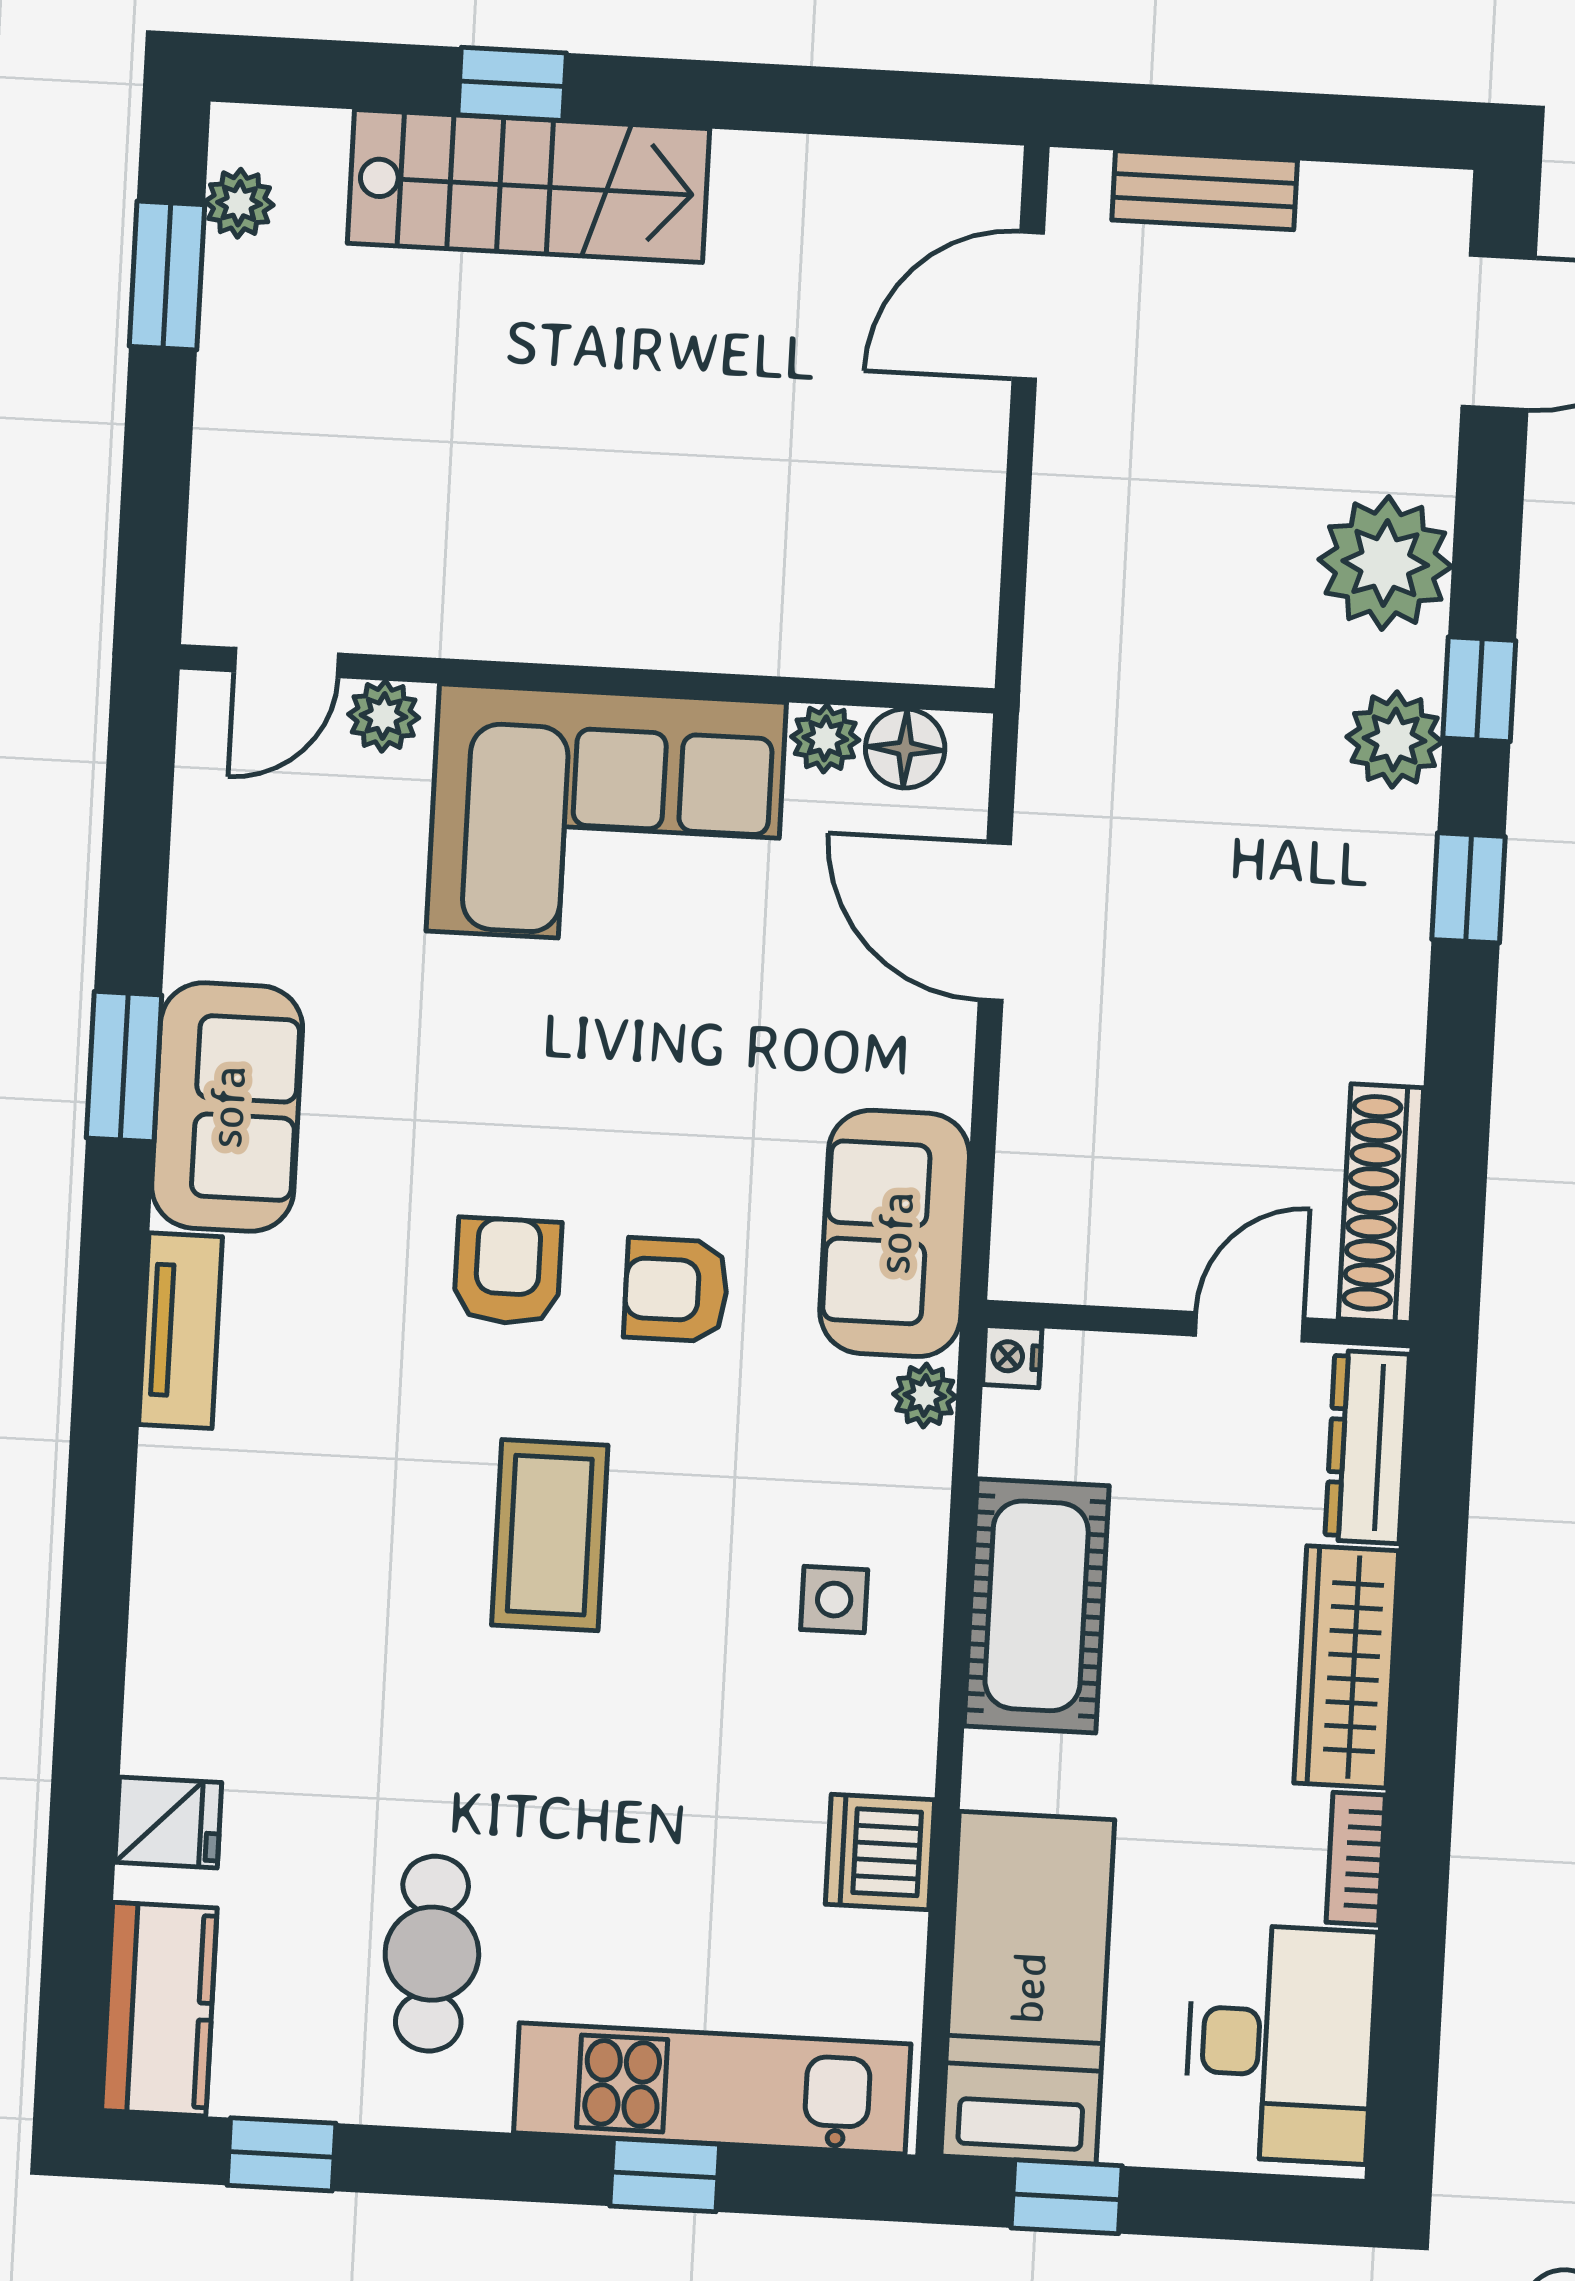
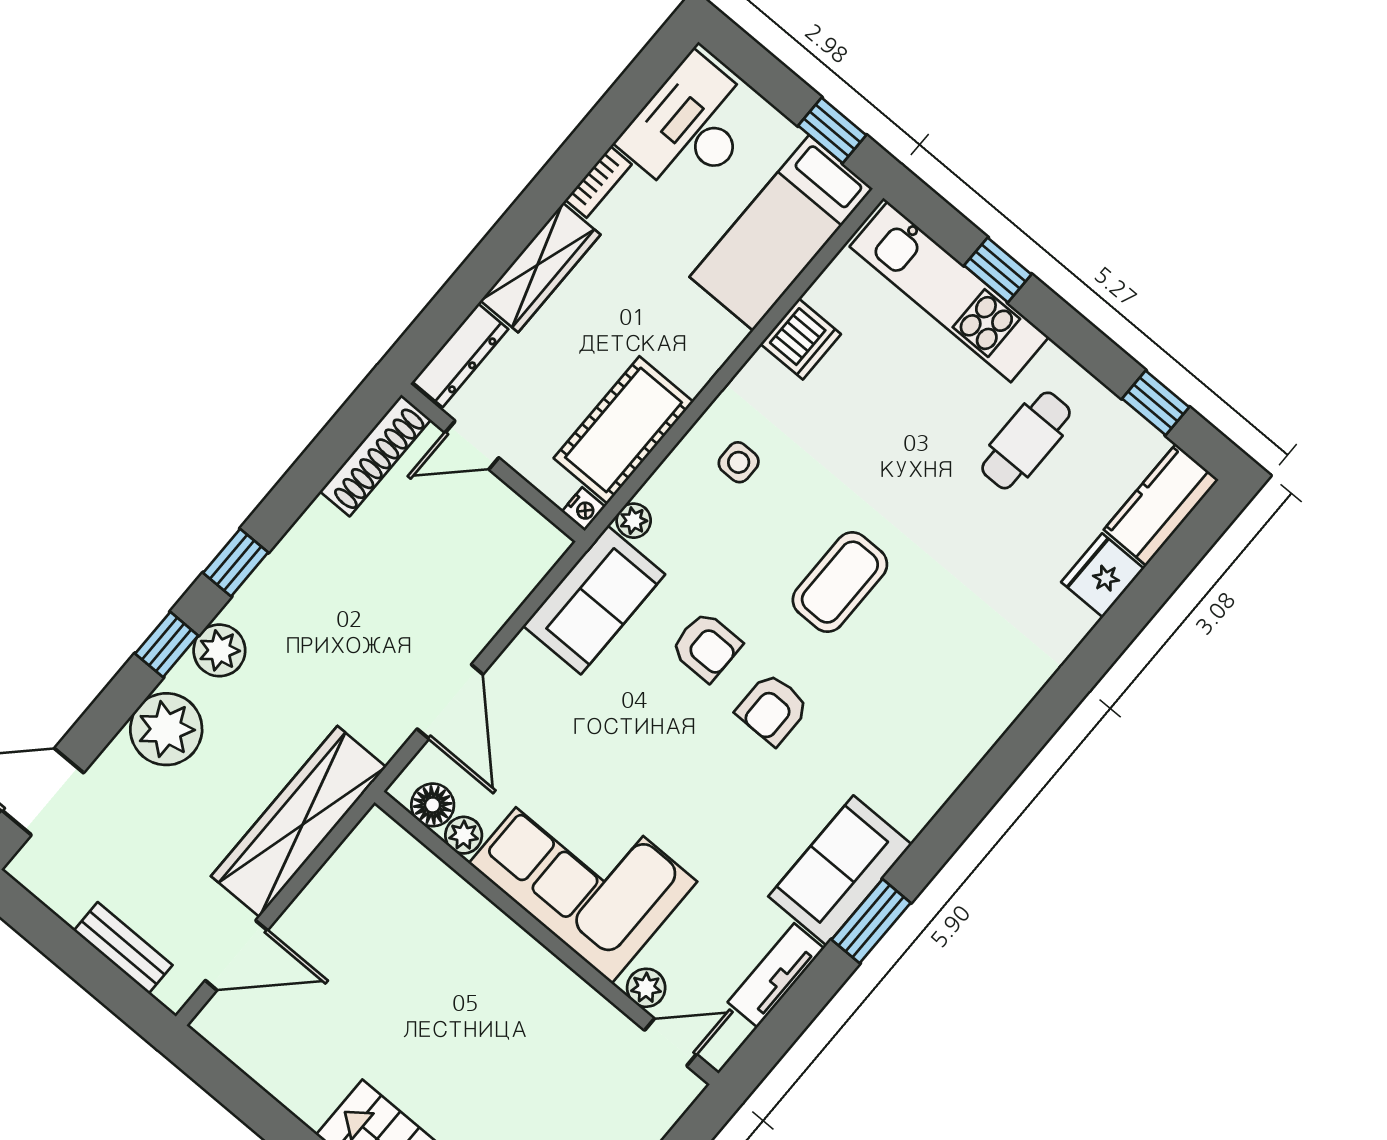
wardrobe: (1086, 574) -> (299, 821), added
tv unit: (181, 1331) -> (776, 975), moved
cot: (1037, 1606) -> (623, 430), moved
fridge: (168, 1822) -> (1103, 575), width x1.38

